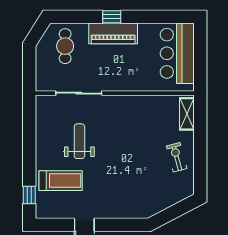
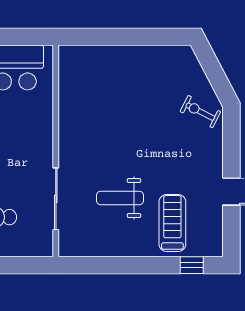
shelving: (187, 114) -> (83, 55), removed
exercise bike: (177, 157) -> (200, 112), moved, turned 42

